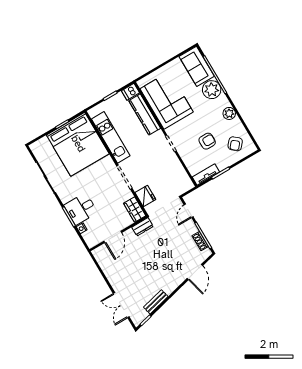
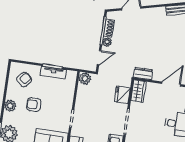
armchair: (207, 141) -> (34, 105), moved
tv unit: (206, 175) -> (53, 73), moved
plant: (186, 184) -> (85, 79), added
plant: (192, 229) -> (107, 42), added

